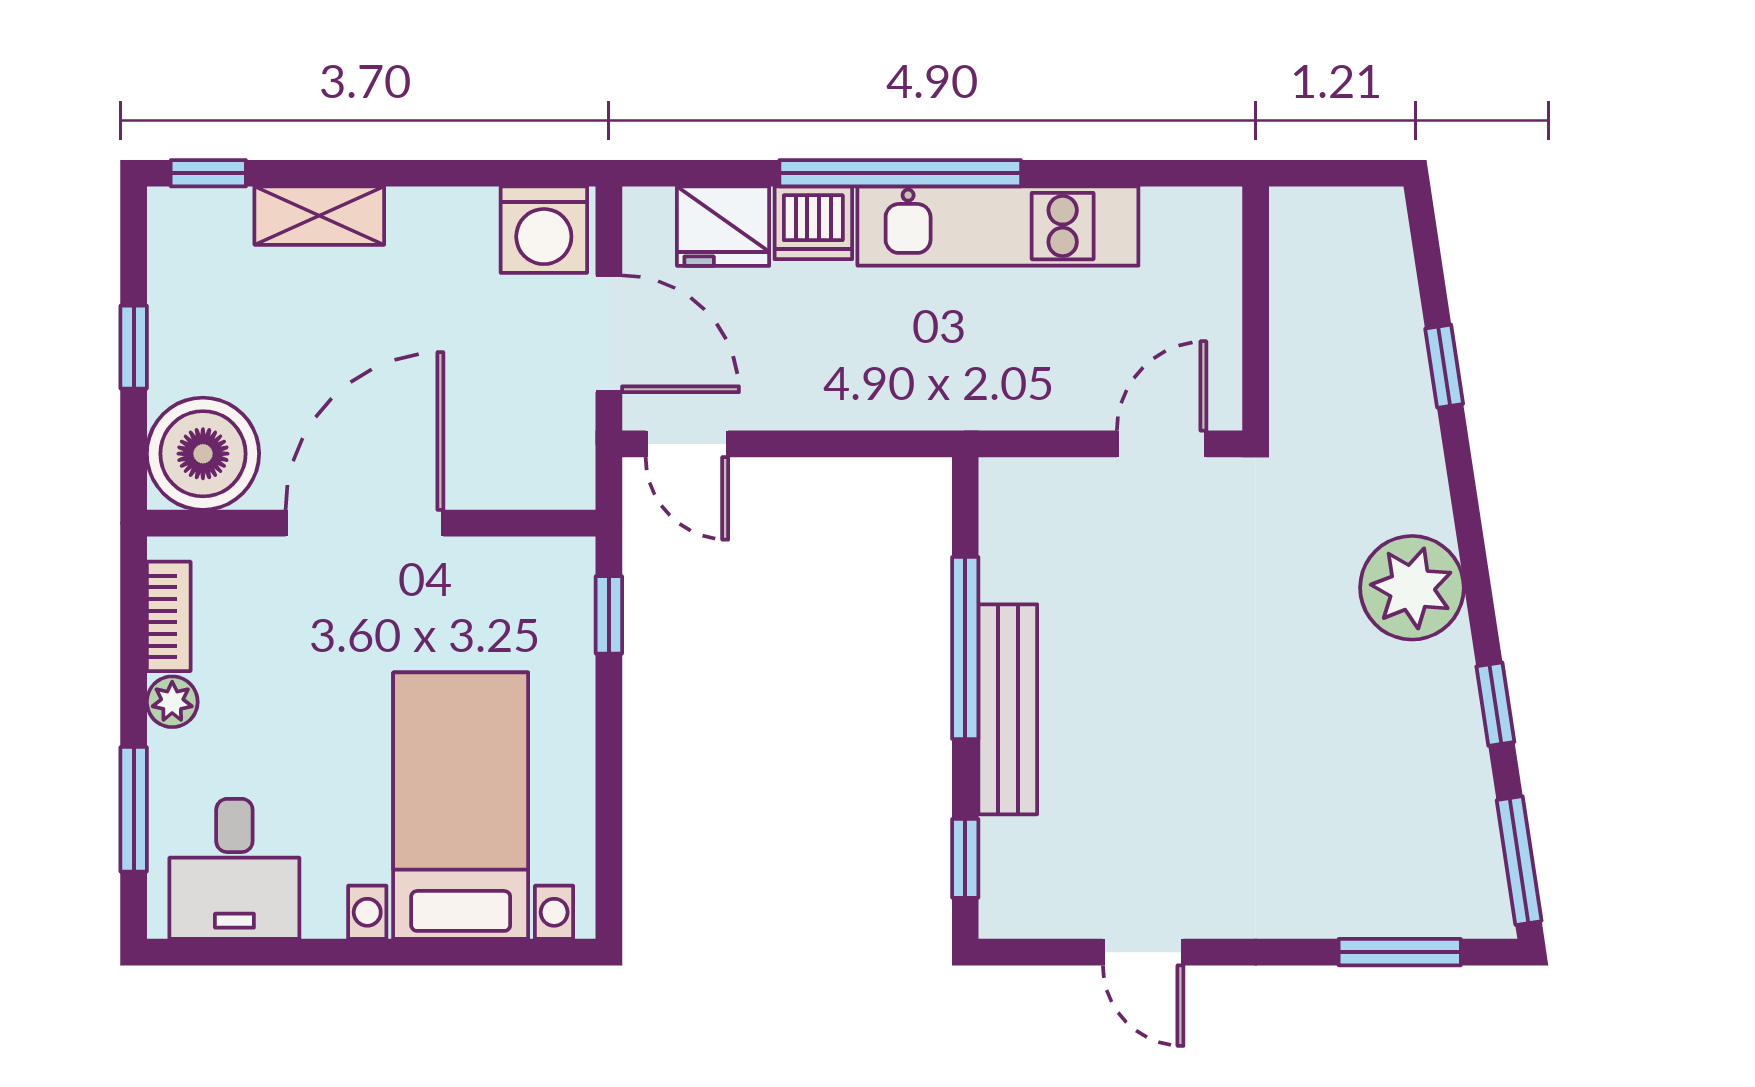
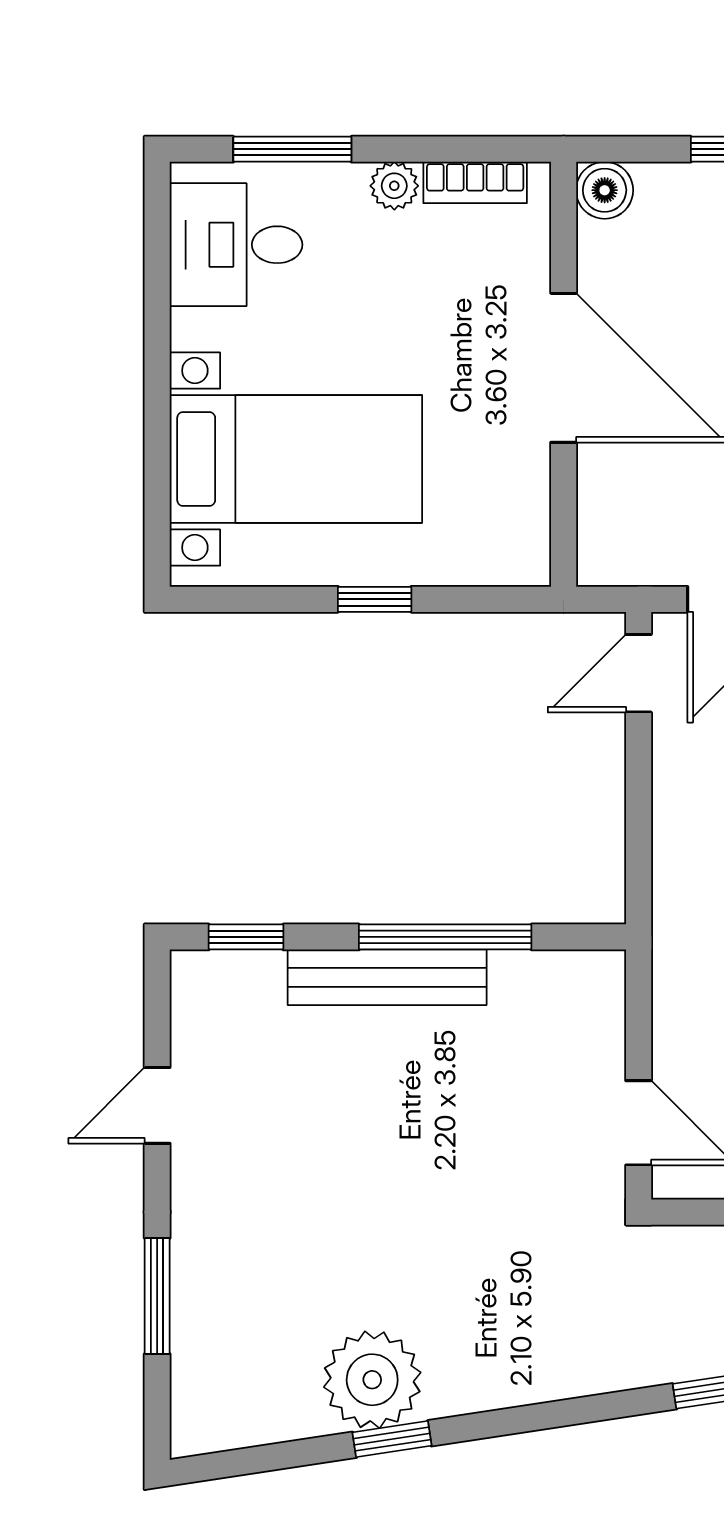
boiler: (203, 454) -> (605, 190), width x0.54, depth x0.54
plant: (1412, 588) -> (372, 1380), moved
window: (609, 615) -> (375, 599), moved
window: (1519, 861) -> (244, 1461), removed
window: (1400, 952) -> (157, 1296), moved

